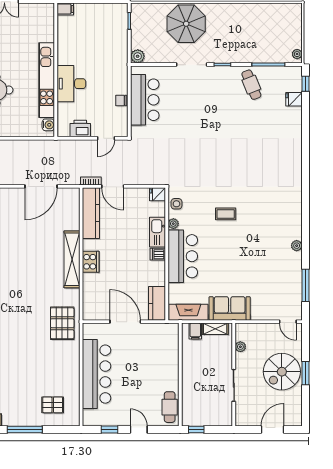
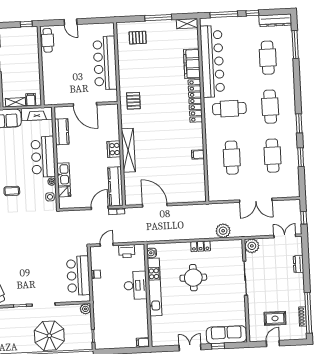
door: (41, 186) -> (155, 205), hinge flipped
door: (113, 186) -> (100, 208), hinge flipped
fridge: (158, 194) -> (64, 192), moved
dishwasher: (158, 254) -> (62, 157), removed
kitchen counter: (157, 303) -> (62, 132), moved
pallet: (62, 323) -> (133, 101), width x0.67, depth x0.71
window: (109, 429) -> (93, 21), removed

